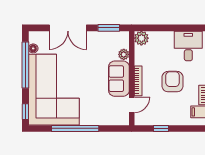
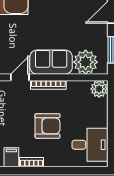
plant: (124, 54) -> (86, 62), width x1.88, depth x1.88
door: (132, 105) -> (20, 77), swing flipped

